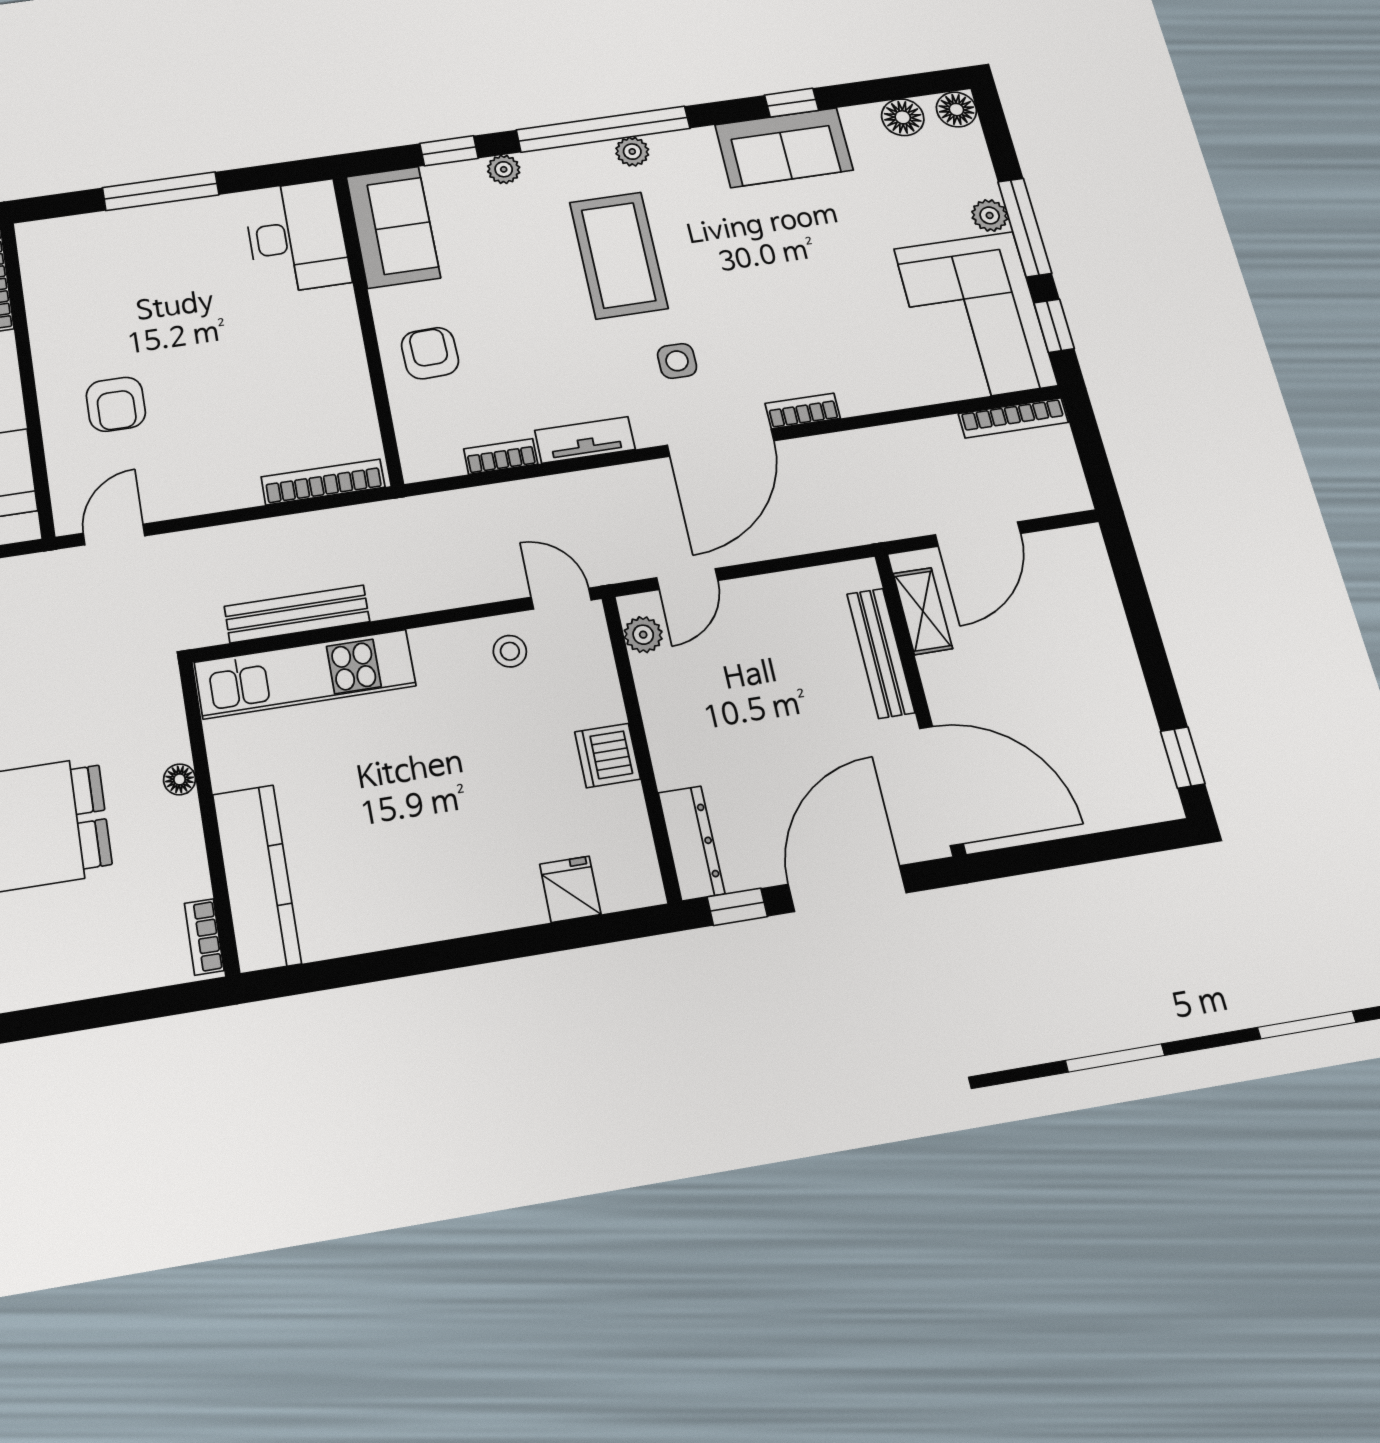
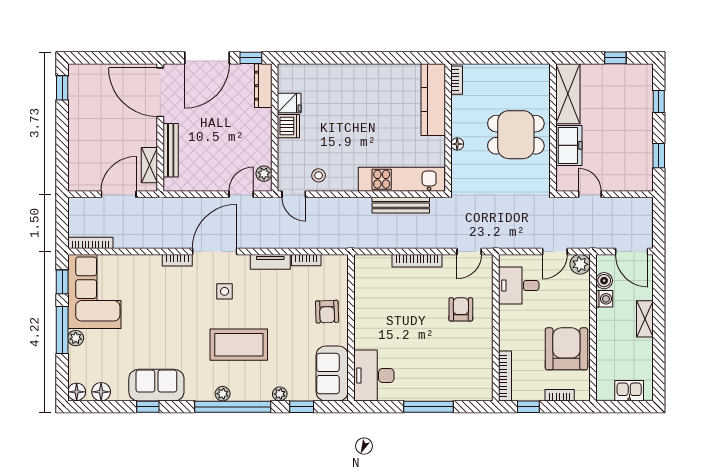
coffee table: (619, 255) -> (239, 345), turned 90
bookcase: (323, 482) -> (417, 261), moved
fridge: (570, 889) -> (289, 103), moved, turned -90

